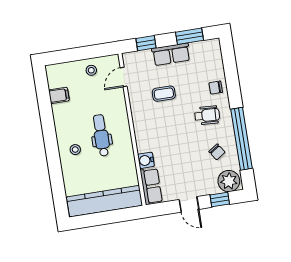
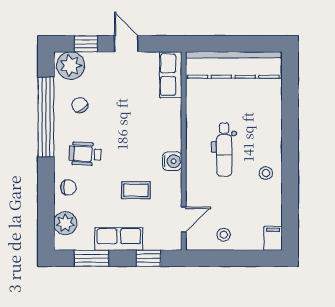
plant: (214, 60) -> (65, 223), added
filing cabinet: (59, 95) -> (273, 238), moved, turned 90
stool: (75, 150) -> (266, 173), moved
water cooler: (146, 160) -> (172, 161), moved

